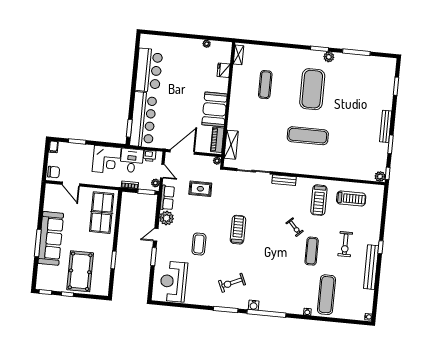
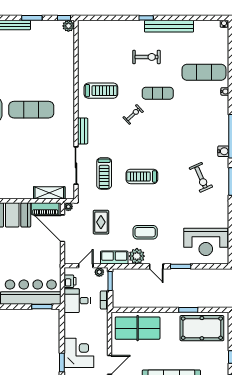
exercise mat: (308, 136) -> (31, 110), turned 90
door: (182, 152) -> (63, 228), moved
corner desk: (107, 160) -> (79, 353), moved
treadmill: (351, 199) -> (104, 173), moved, turned 180
coffee table: (199, 244) -> (145, 232), moved
pool table: (80, 271) -> (202, 328), moved

